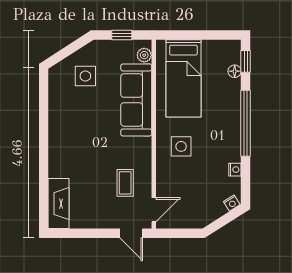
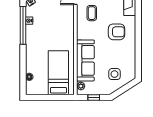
window: (246, 61) -> (23, 82), removed
window: (246, 123) -> (23, 25), moved
side table: (181, 146) -> (60, 34), removed
armchair: (82, 150) -> (116, 32), added

